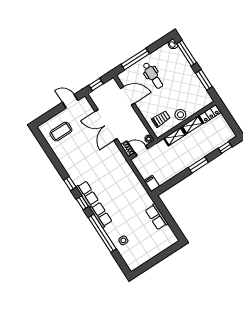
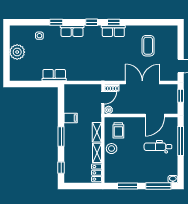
coffee table: (61, 132) -> (148, 46), moved
filing cabinet: (152, 183) -> (71, 118), moved
row of seats: (87, 194) -> (113, 31), moved
row of seats: (157, 217) -> (54, 75), moved
window: (102, 233) -> (56, 22), width x0.32
plant: (150, 250) -> (17, 52), added

